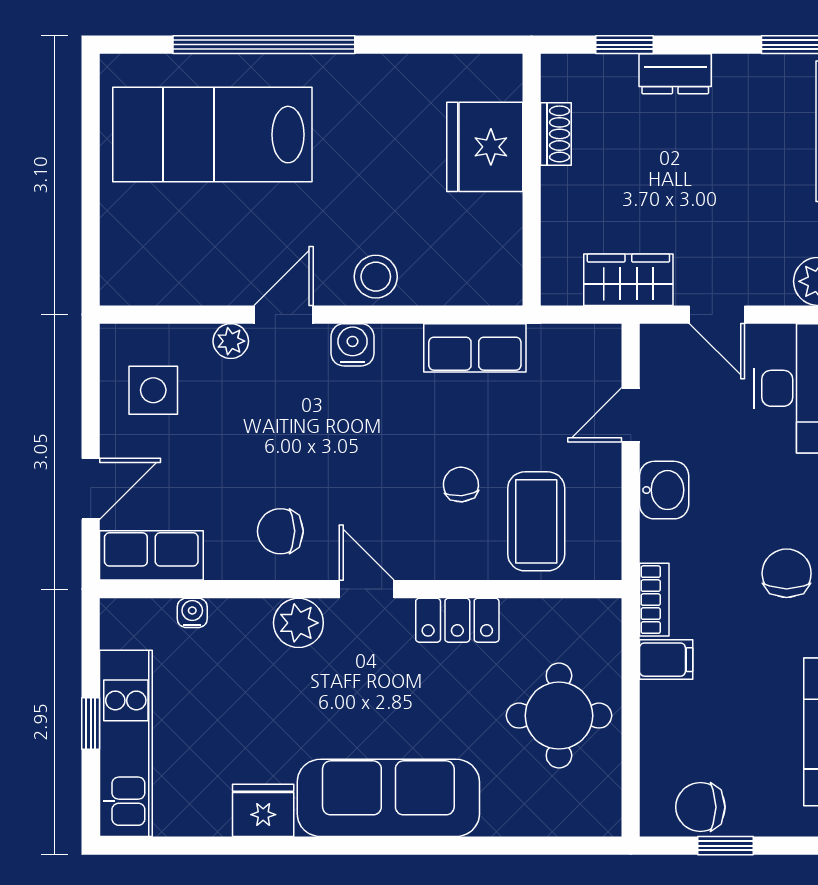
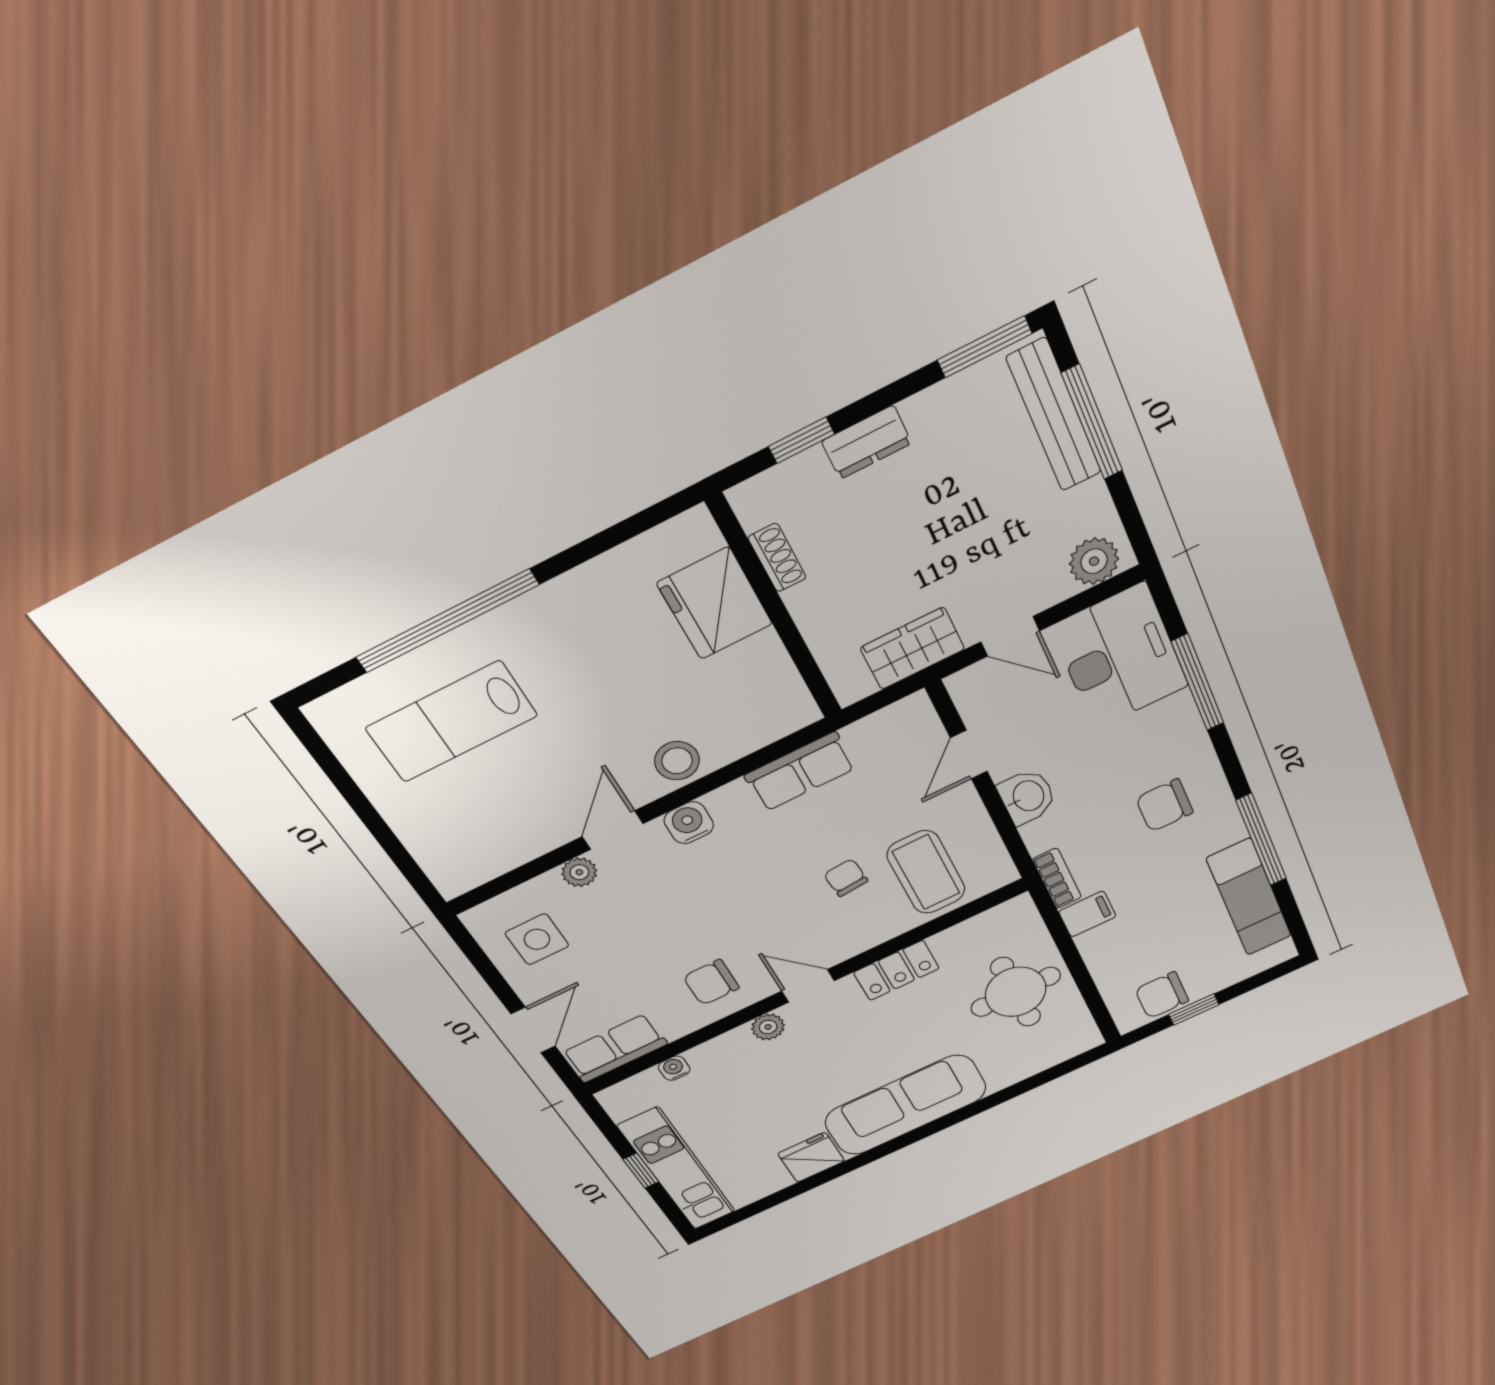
lab bench: (212, 135) -> (452, 722), width x0.73, depth x0.72
chair: (787, 573) -> (1164, 805), turned -90
plant: (298, 623) -> (768, 1027), width x0.73, depth x0.73

